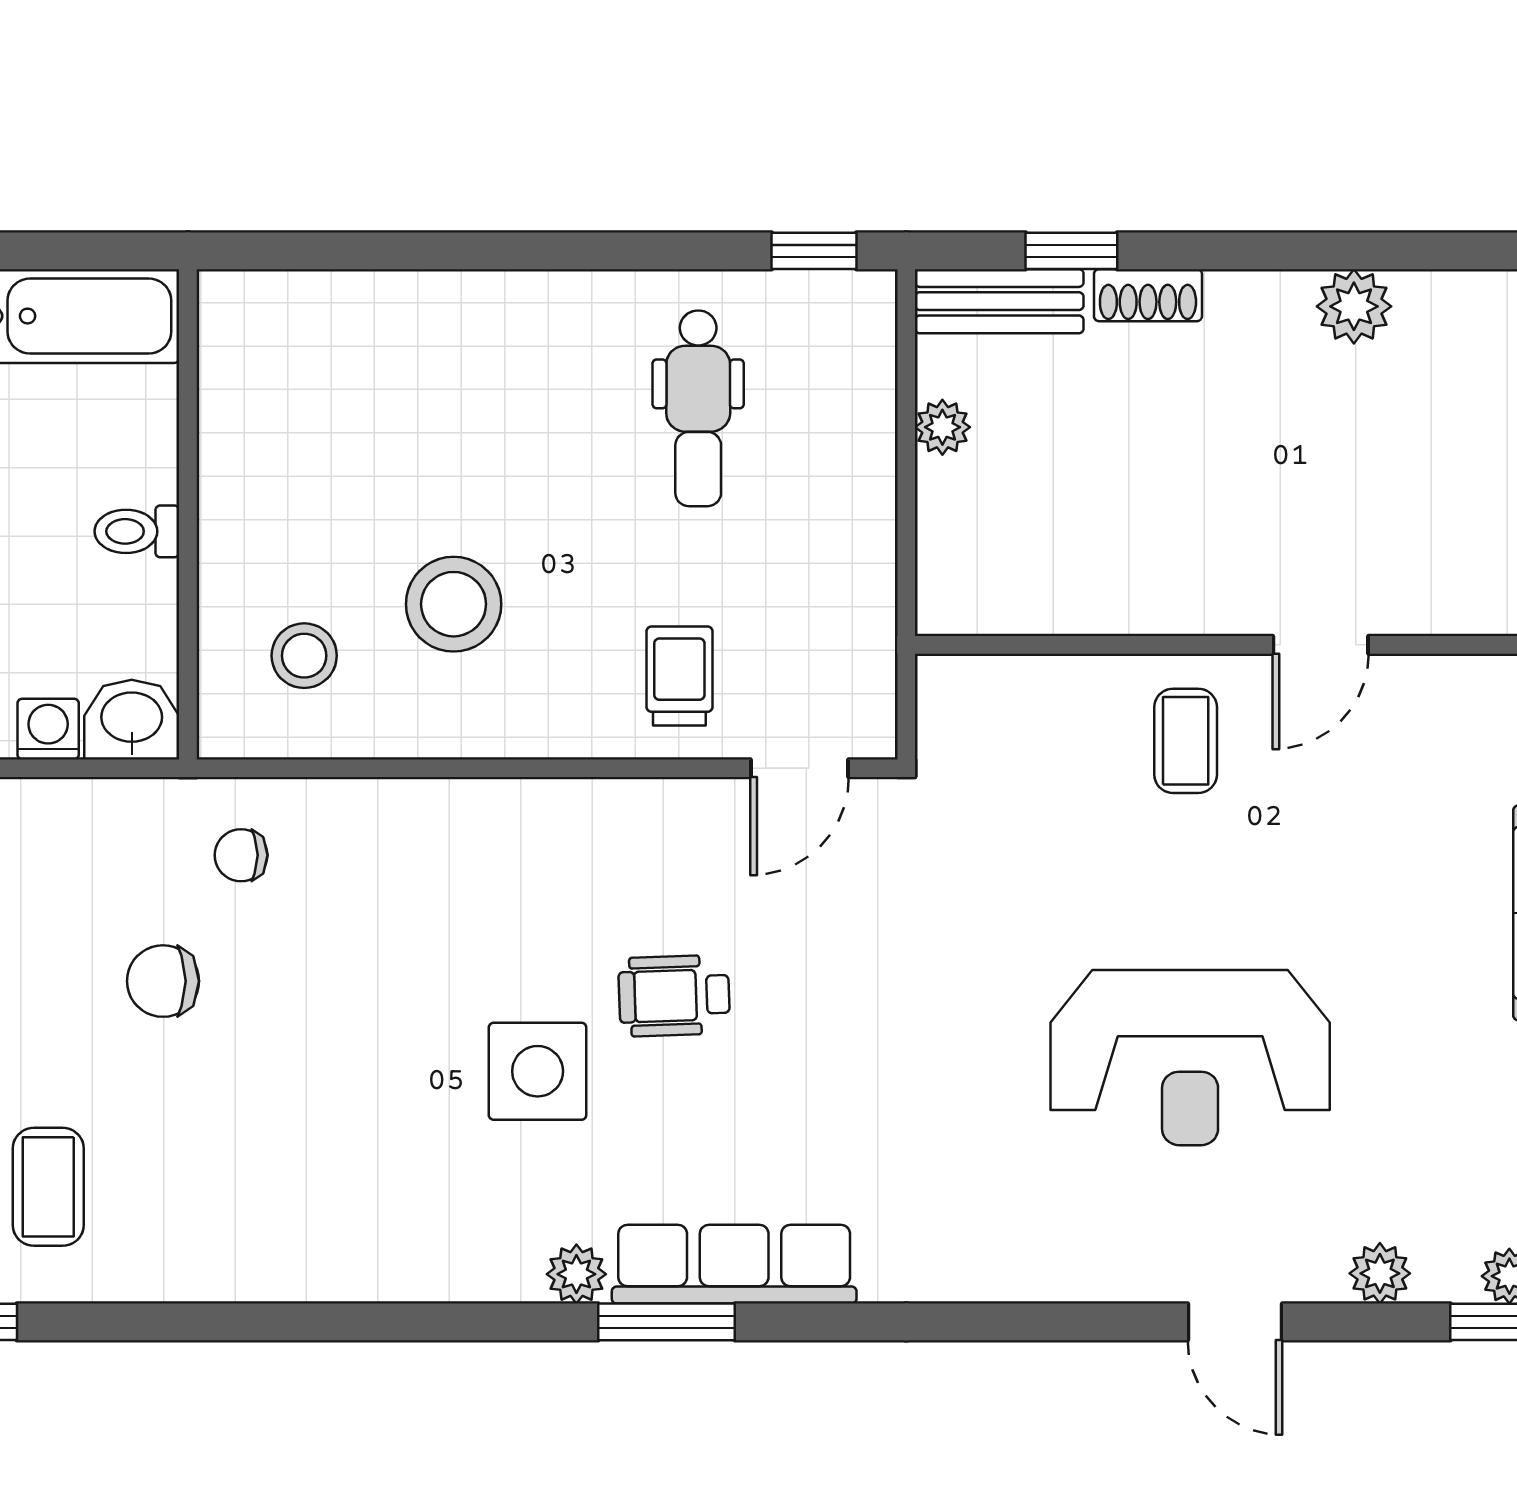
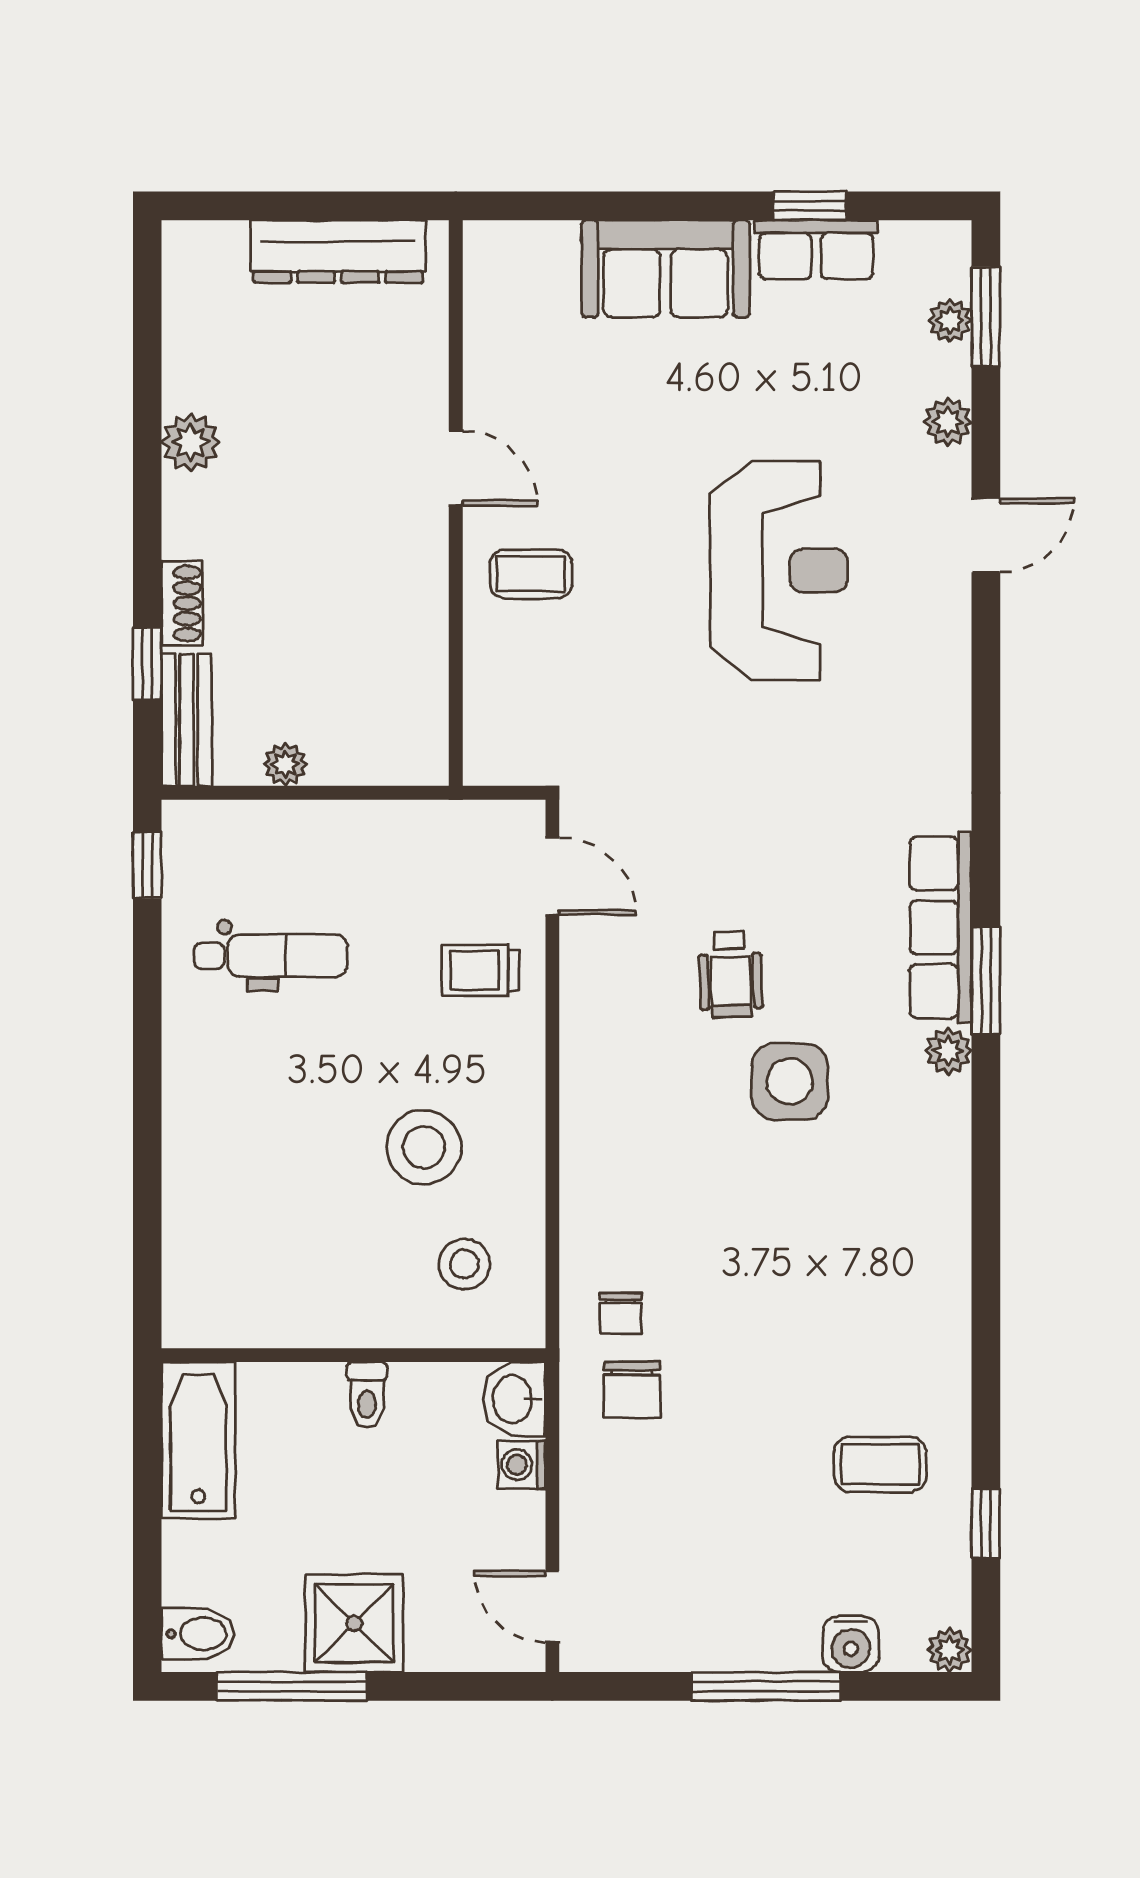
chair: (163, 981) -> (632, 1390), moved

